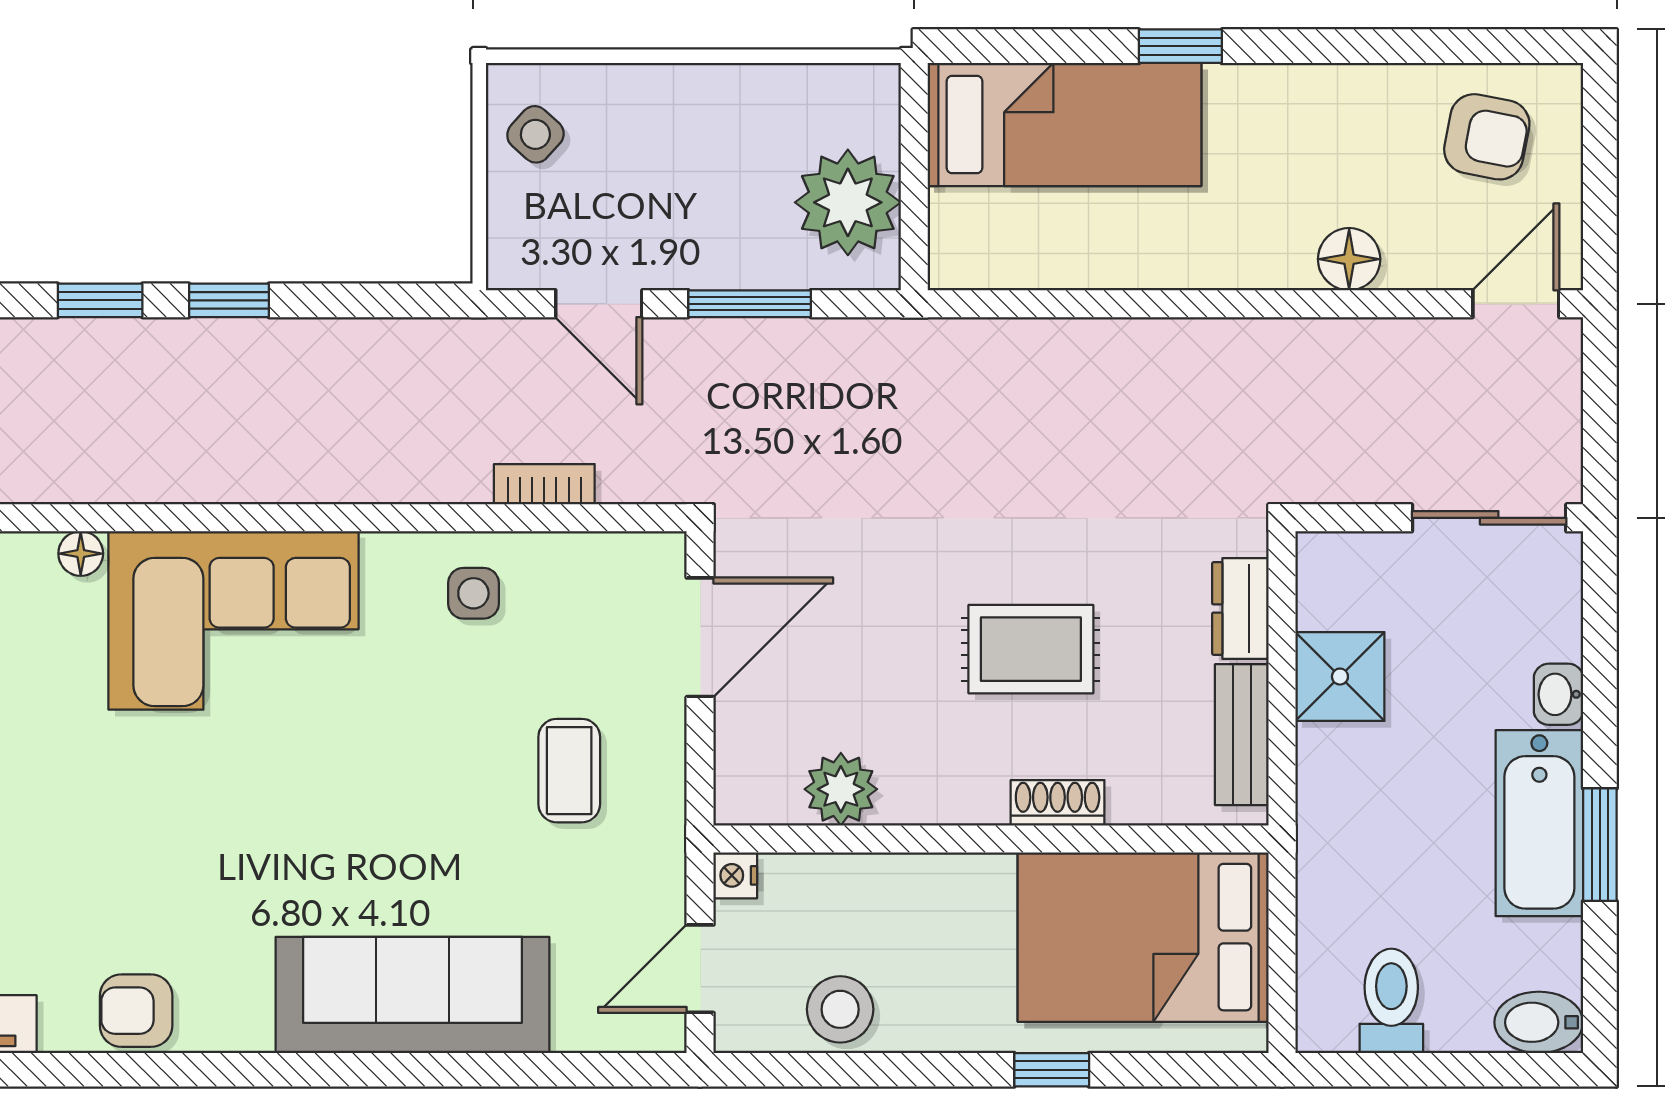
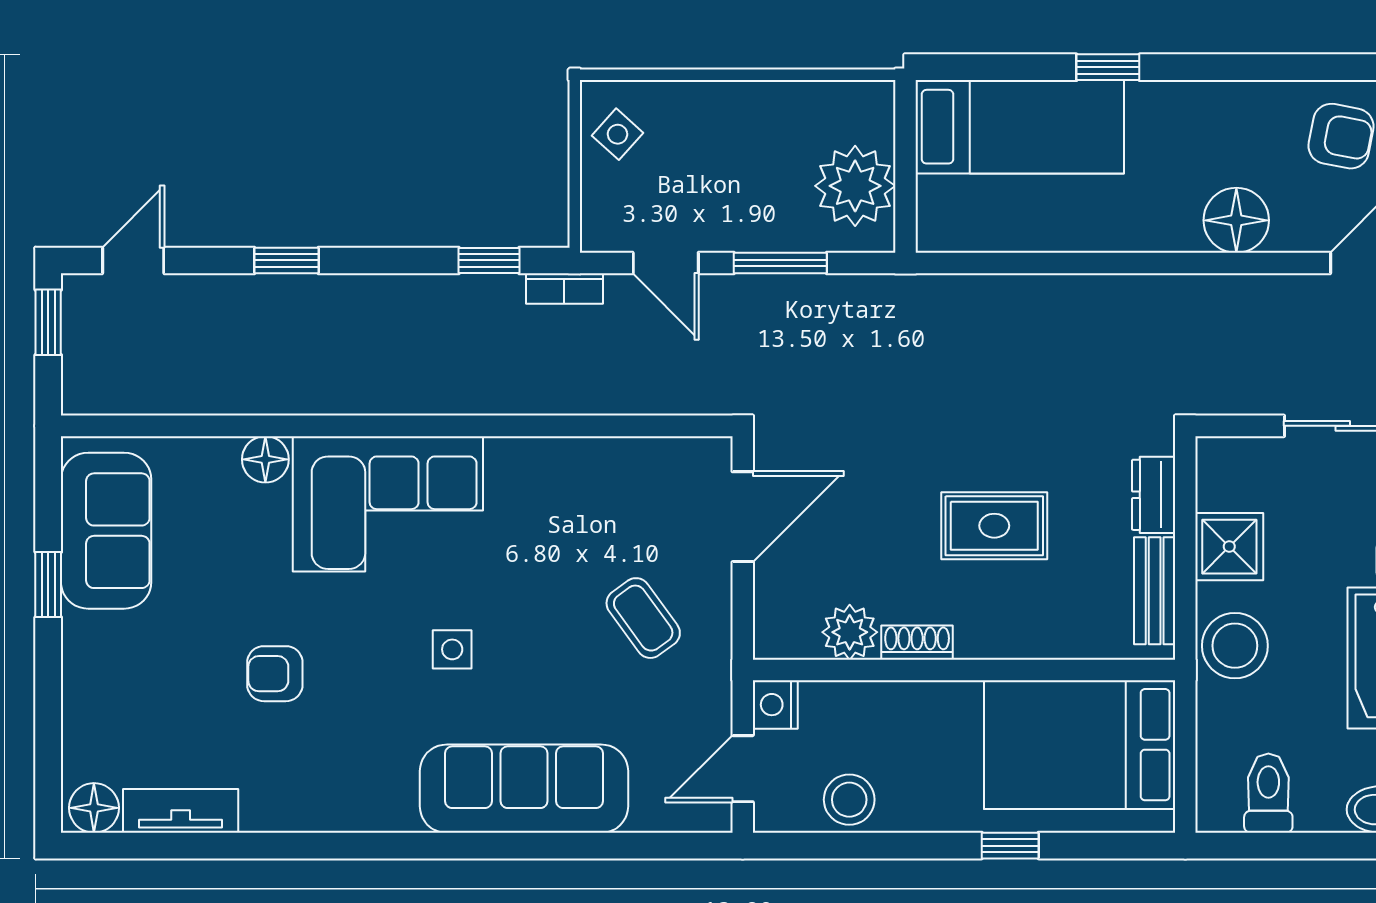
floor lamp: (1349, 259) -> (1236, 220), width x1.38, depth x1.38
window: (229, 300) -> (489, 260), moved
bookcase: (544, 484) -> (564, 289), moved, turned 180
floor lamp: (81, 554) -> (265, 459), width x1.37, depth x1.37
side table: (473, 593) -> (452, 649), moved
coffee table: (569, 771) -> (643, 618), turned -36
shoe rack: (1058, 803) -> (917, 643), moved
stool: (1347, 807) -> (1235, 646), added
nightstand: (735, 875) -> (775, 705), width x1.39, depth x1.35
armchair: (136, 1011) -> (275, 674), moved

